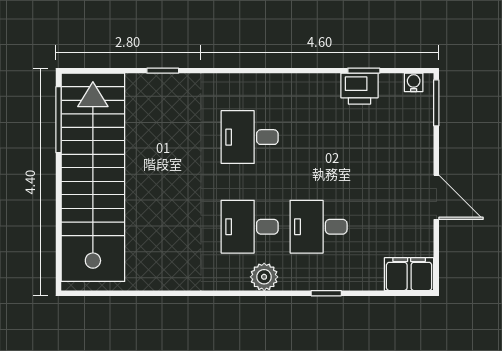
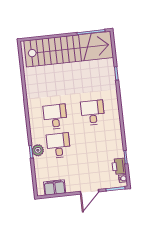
printer: (359, 89) -> (119, 166), moved
door: (436, 197) -> (89, 192), moved
filing cabinet: (409, 274) -> (55, 188), moved, turned -90
plant: (264, 277) -> (38, 150), moved

